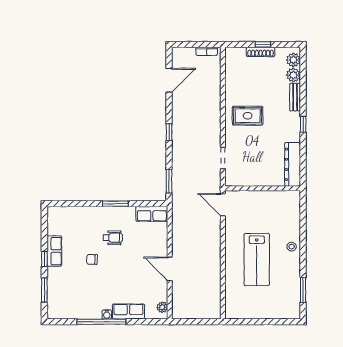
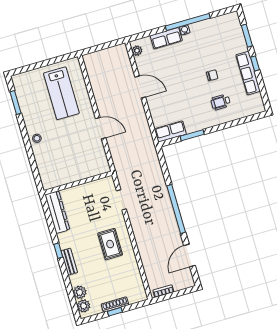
bench: (295, 97) -> (69, 262), moved
rug: (248, 116) -> (110, 244), turned 90
window: (169, 132) -> (176, 209), width x3.17
window: (169, 181) -> (163, 165), removed
window: (115, 204) -> (192, 135), moved
door: (223, 205) -> (101, 128), moved
wheelchair: (113, 238) -> (221, 102), moved
row of seats: (54, 251) -> (248, 73), width x1.48
lab bench: (257, 259) -> (61, 93), moved, turned 180

